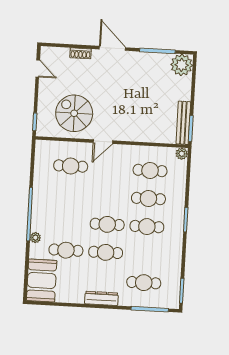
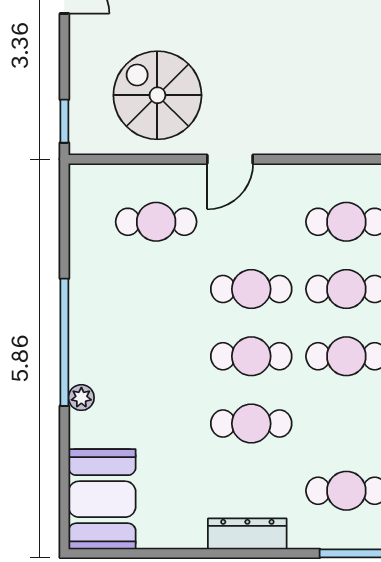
cafe table: (66, 250) -> (251, 289), moved

